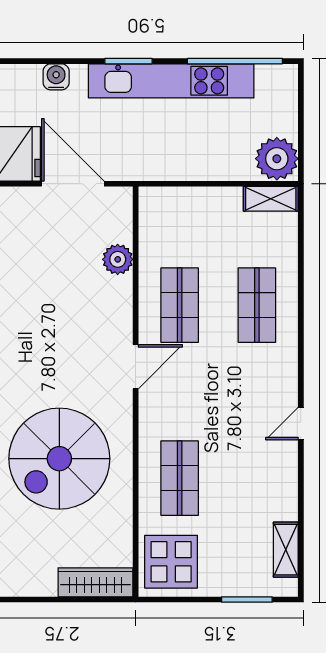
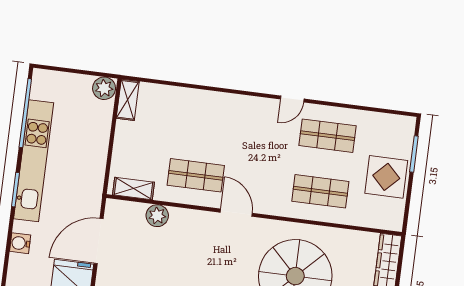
plant: (277, 159) -> (104, 88), width x0.73, depth x0.73
shop shelf: (257, 305) -> (327, 136), moved
door: (301, 424) -> (292, 99), hinge flipped
shelving: (286, 550) -> (134, 189), moved
display table: (171, 562) -> (386, 177), moved

